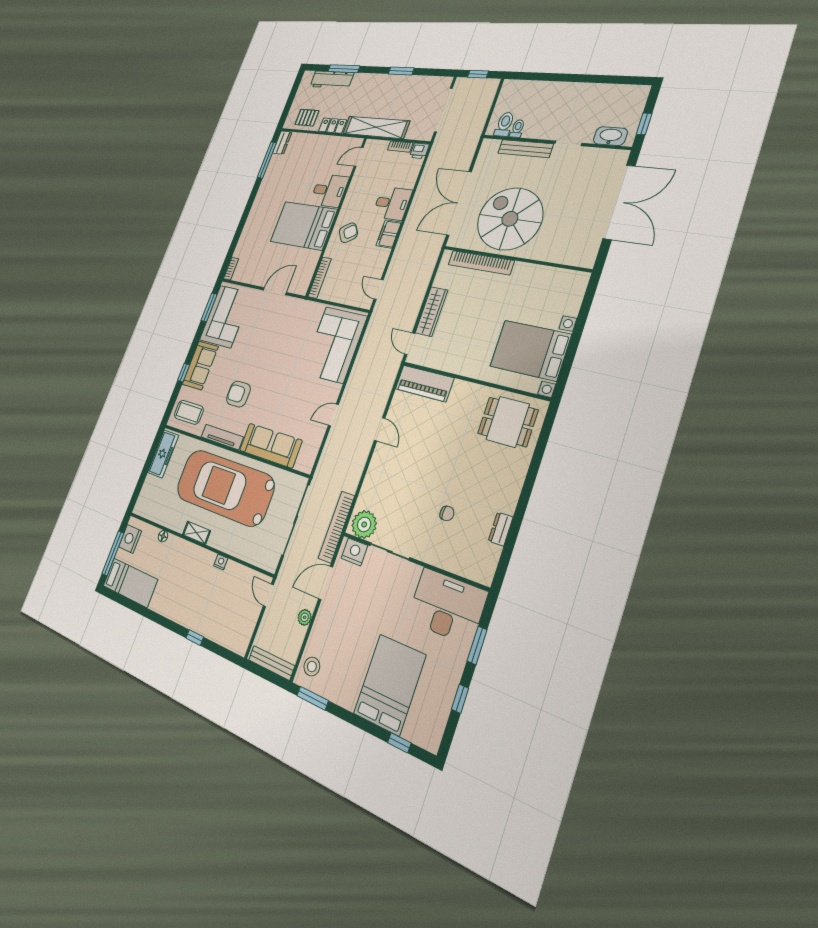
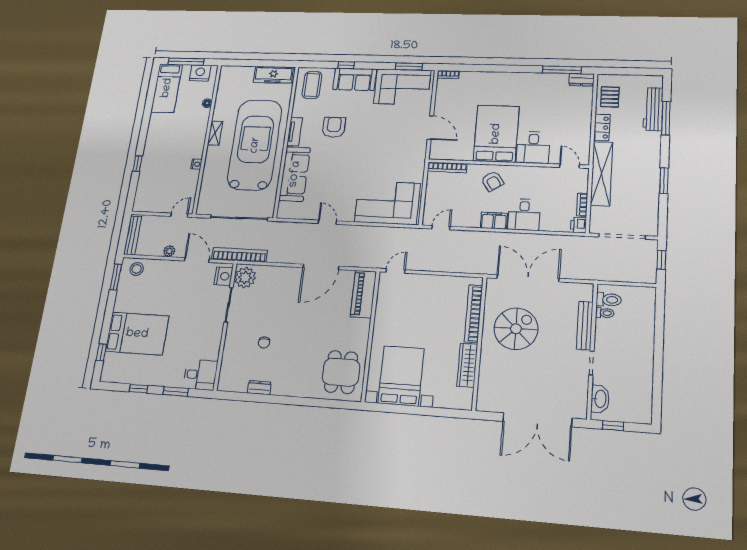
spiral stairs: (510, 219) -> (516, 329), width x0.73, depth x0.73
wardrobe: (431, 312) -> (467, 365), moved, turned 90
door: (380, 429) -> (321, 267), width x1.88
tv unit: (222, 437) -> (295, 132), width x0.71
desk: (447, 606) -> (200, 375), width x0.53, depth x0.77

